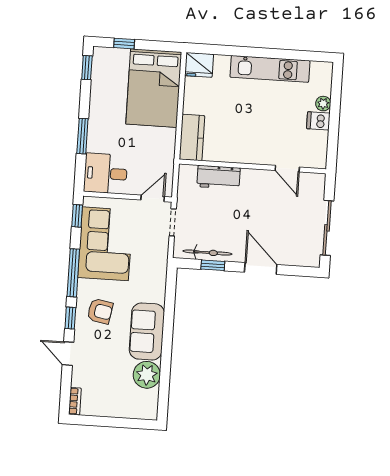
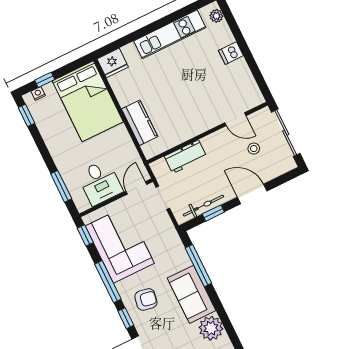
nightstand: (110, 53) -> (38, 93), added
plant: (323, 104) -> (216, 16), moved
window: (82, 136) -> (61, 186), moved
wall: (253, 166) -> (207, 133), moved
door: (287, 169) -> (235, 119), moved
desk: (106, 173) -> (100, 182), moved, turned -90
workbench: (219, 177) -> (186, 157), moved
stool: (287, 226) -> (254, 149), added
window: (169, 308) -> (198, 266), added

